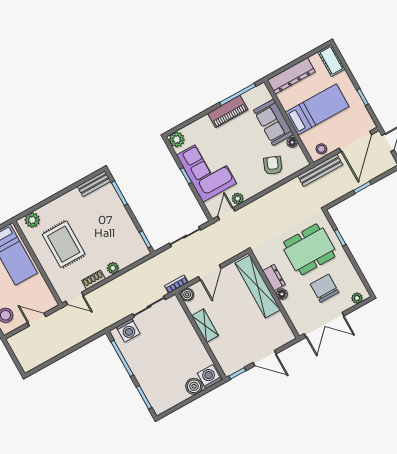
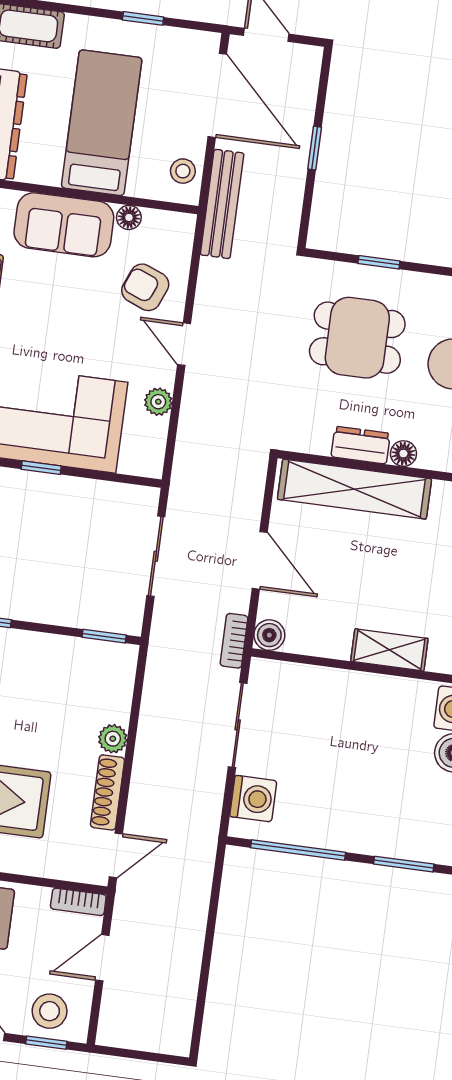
door: (226, 214) -> (184, 344), moved
dining table: (309, 249) -> (357, 338), width x0.73
shoe rack: (94, 280) -> (107, 792), width x1.43
bookcase: (49, 297) -> (78, 902), added
shelving: (205, 326) -> (389, 650), moved

